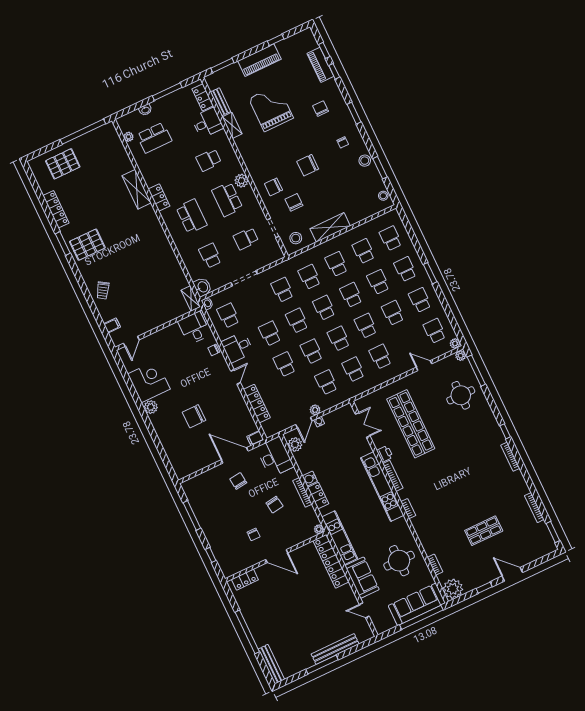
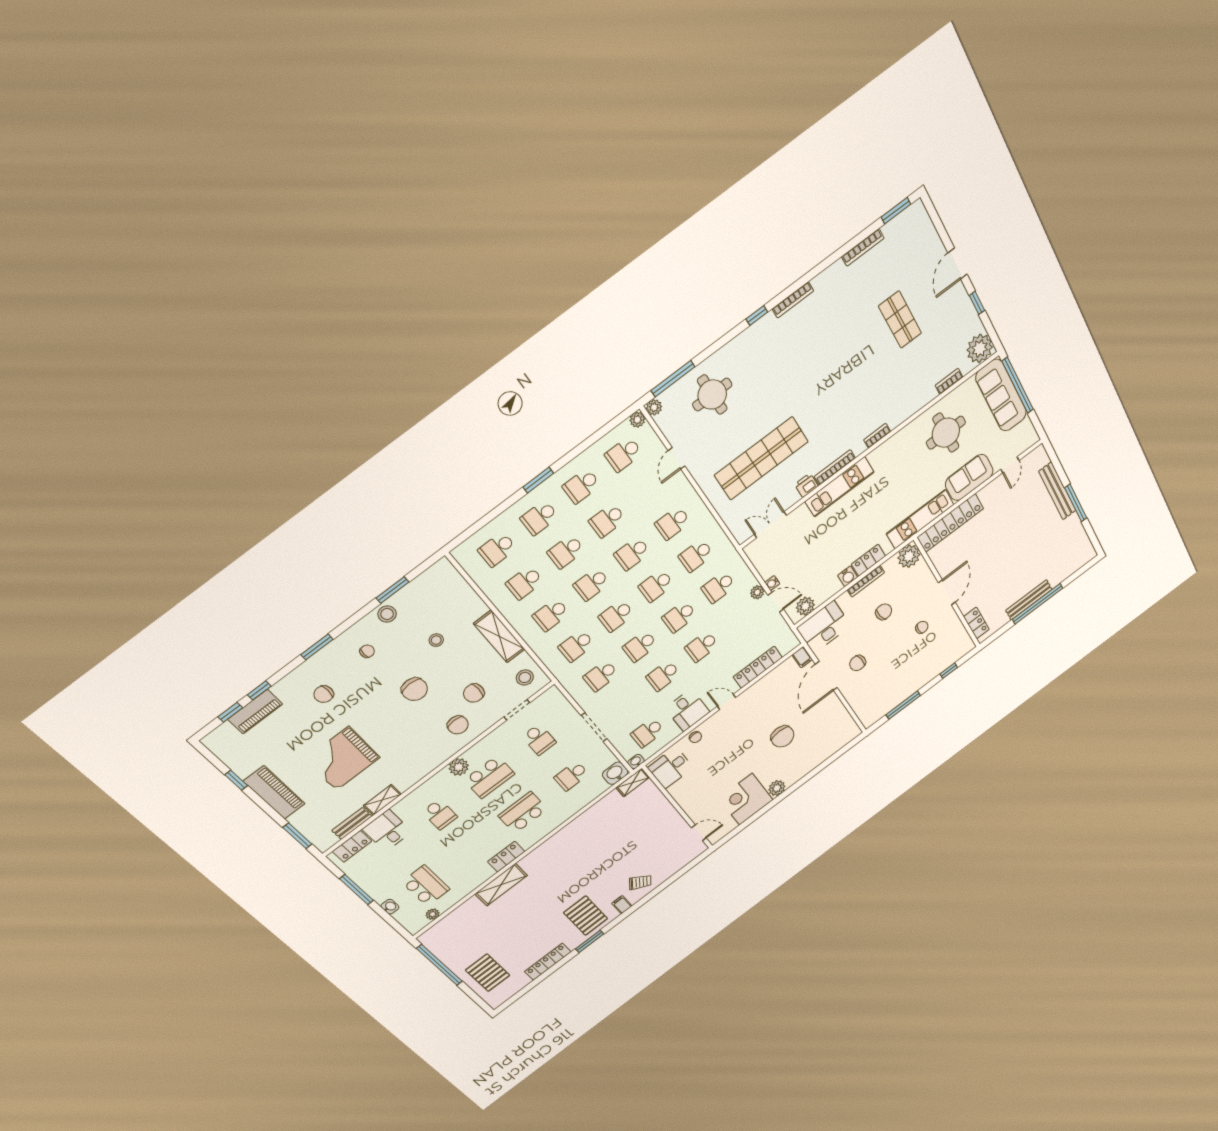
stool: (383, 196) -> (436, 640), moved
filing cabinet: (112, 325) -> (622, 905), moved
kitchen unit: (382, 487) -> (840, 487), width x0.73
plant: (319, 529) -> (909, 556), width x1.87, depth x1.87
bench: (271, 664) -> (1029, 600), moved

